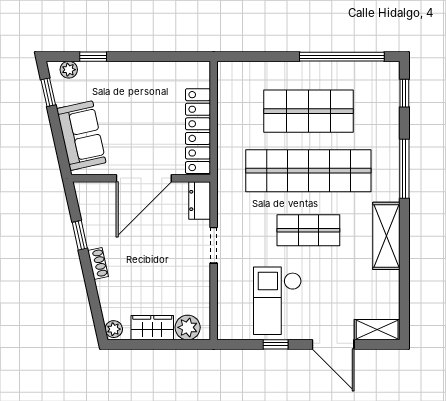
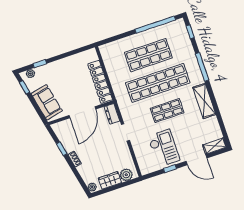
checkout: (277, 301) -> (164, 148), turned 180

